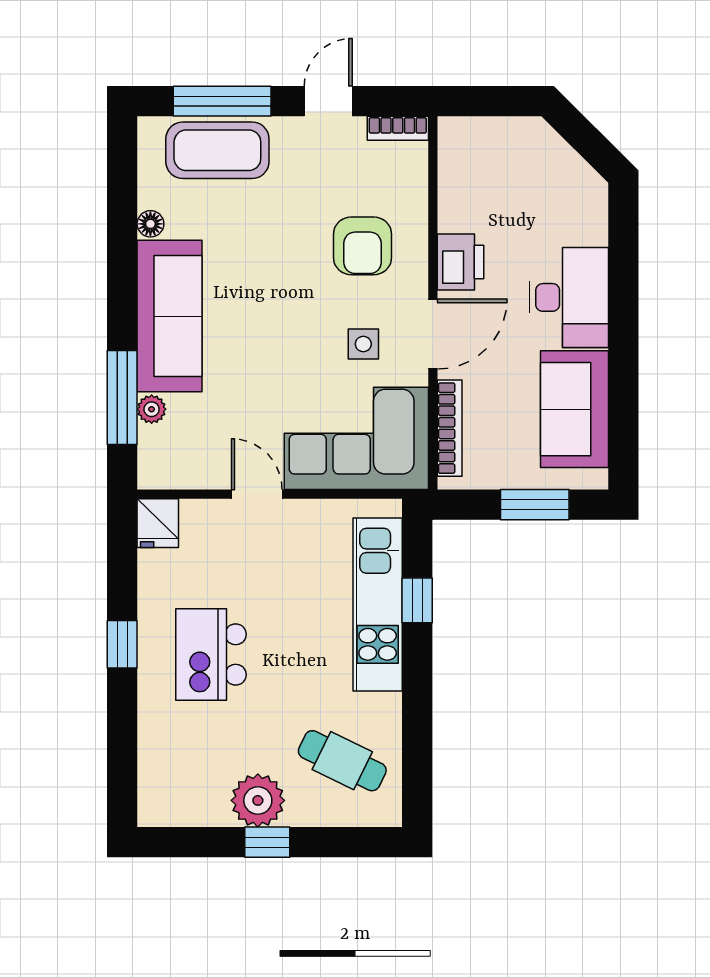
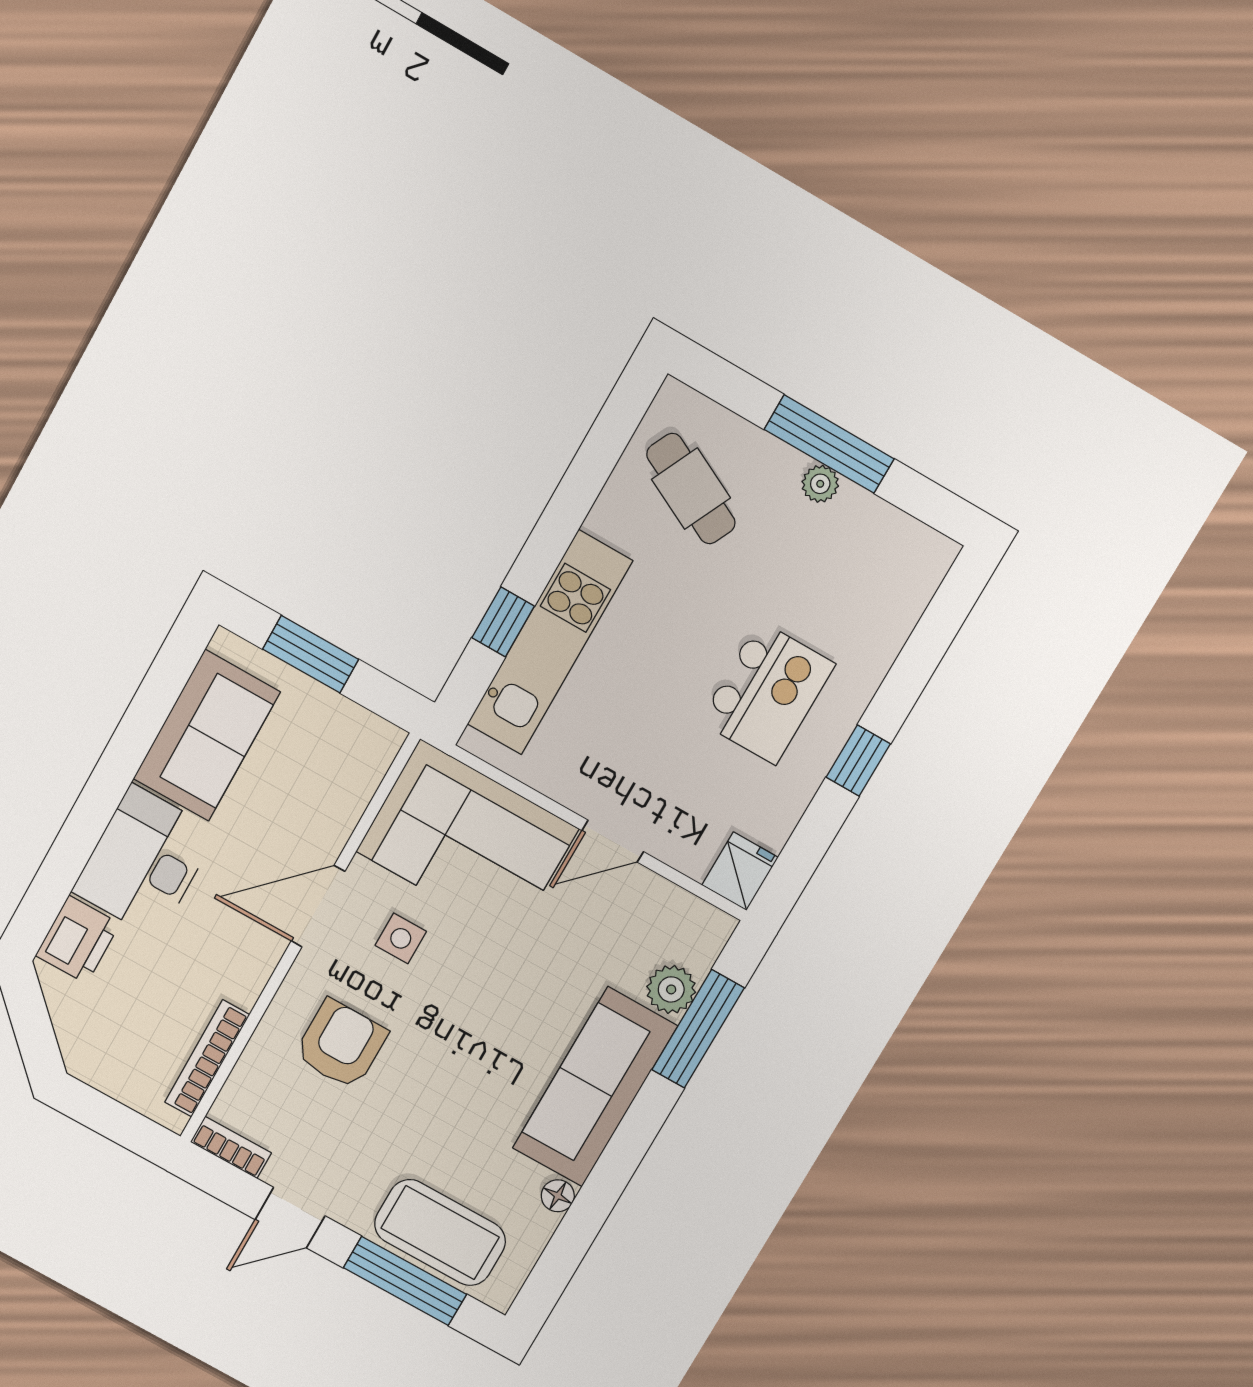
printer: (460, 262) -> (78, 940), moved, turned 180
plant: (152, 409) -> (671, 989), width x1.38, depth x1.38
bookcase: (450, 428) -> (207, 1058), moved
door: (257, 494) -> (613, 841), hinge flipped
plant: (258, 800) -> (820, 484), width x0.53, depth x0.53
window: (267, 842) -> (829, 444), width x2.17

